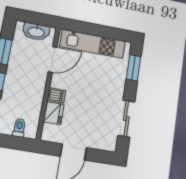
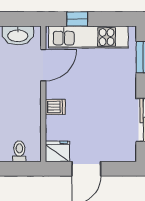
window: (86, 28) -> (77, 19), added
fridge: (54, 113) -> (57, 151), moved, turned -90

